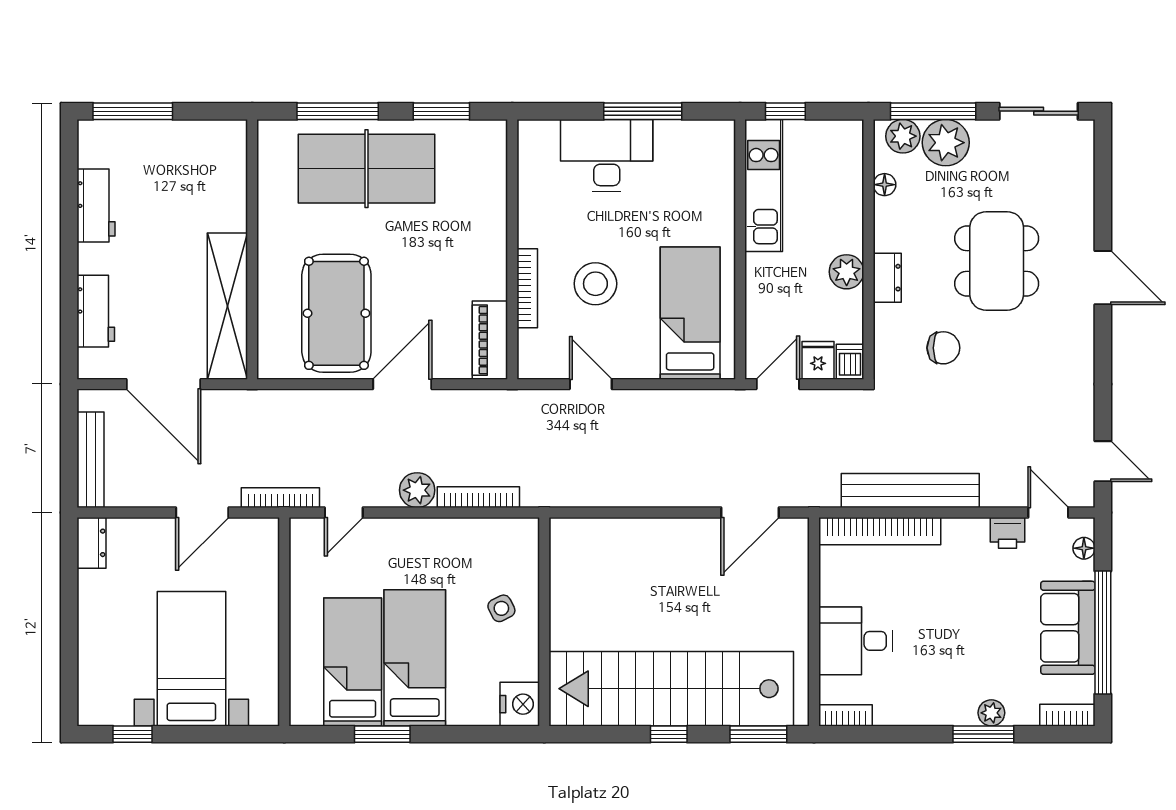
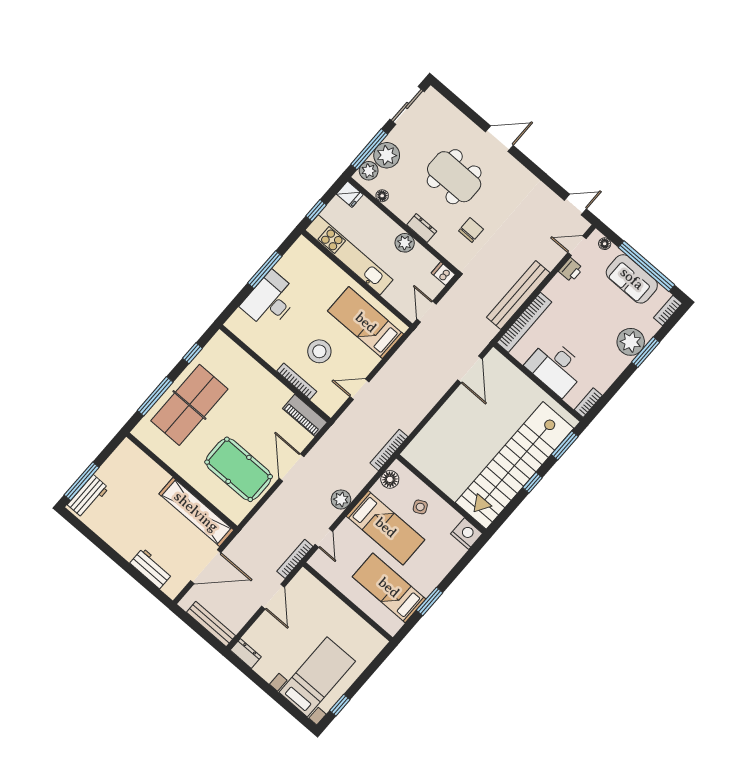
window: (441, 111) -> (192, 353), width x0.67
kitchen unit: (764, 185) -> (349, 255), width x1.36
workbench: (96, 206) -> (88, 496), moved, turned 90
fridge: (818, 360) -> (350, 194), moved, turned 180
bookcase: (478, 497) -> (389, 450), moved
floor lamp: (503, 534) -> (390, 479), added
desk: (855, 641) -> (556, 367), width x1.37
bed: (415, 658) -> (386, 528), moved, turned 180
bed with nightstands: (191, 659) -> (317, 677), moved, turned 90
plant: (991, 713) -> (631, 342), width x1.87, depth x1.87

